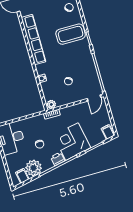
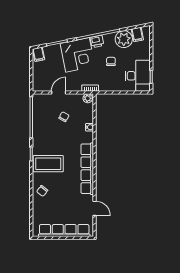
door: (94, 98) -> (59, 93), moved

